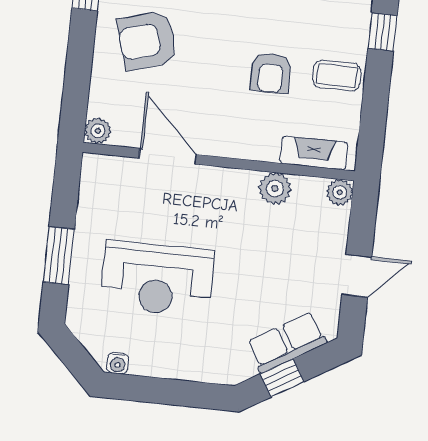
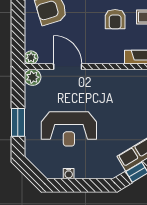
plant: (275, 189) -> (33, 77), moved
water cooler: (118, 363) -> (69, 174), moved

